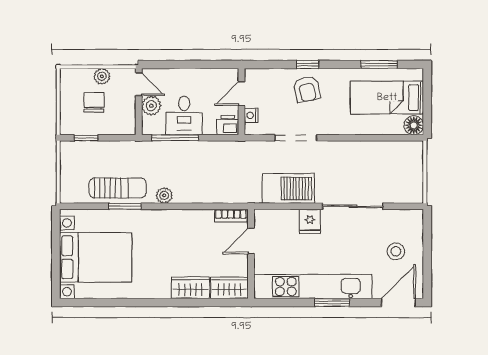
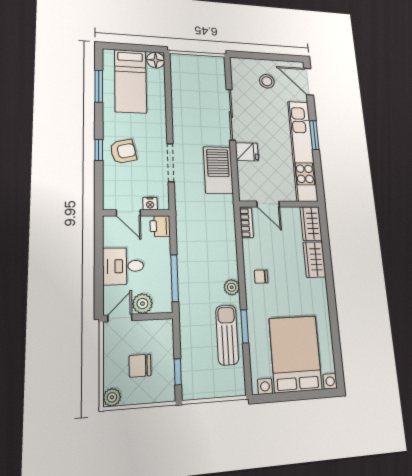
plant: (102, 76) -> (112, 397), moved
desk: (184, 115) -> (123, 266), moved, turned 180
chair: (174, 227) -> (261, 277), added

